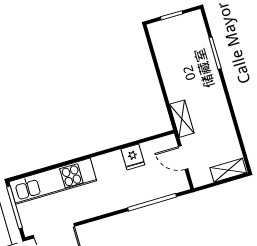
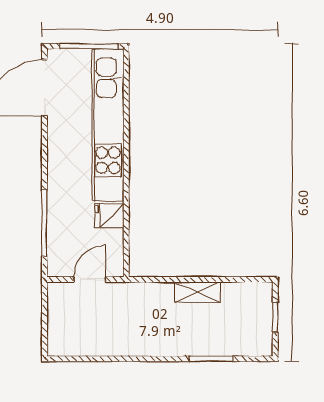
shelving: (182, 119) -> (198, 292), moved
shelving: (228, 170) -> (57, 332), removed
kitchen unit: (53, 181) -> (108, 125), width x1.36

